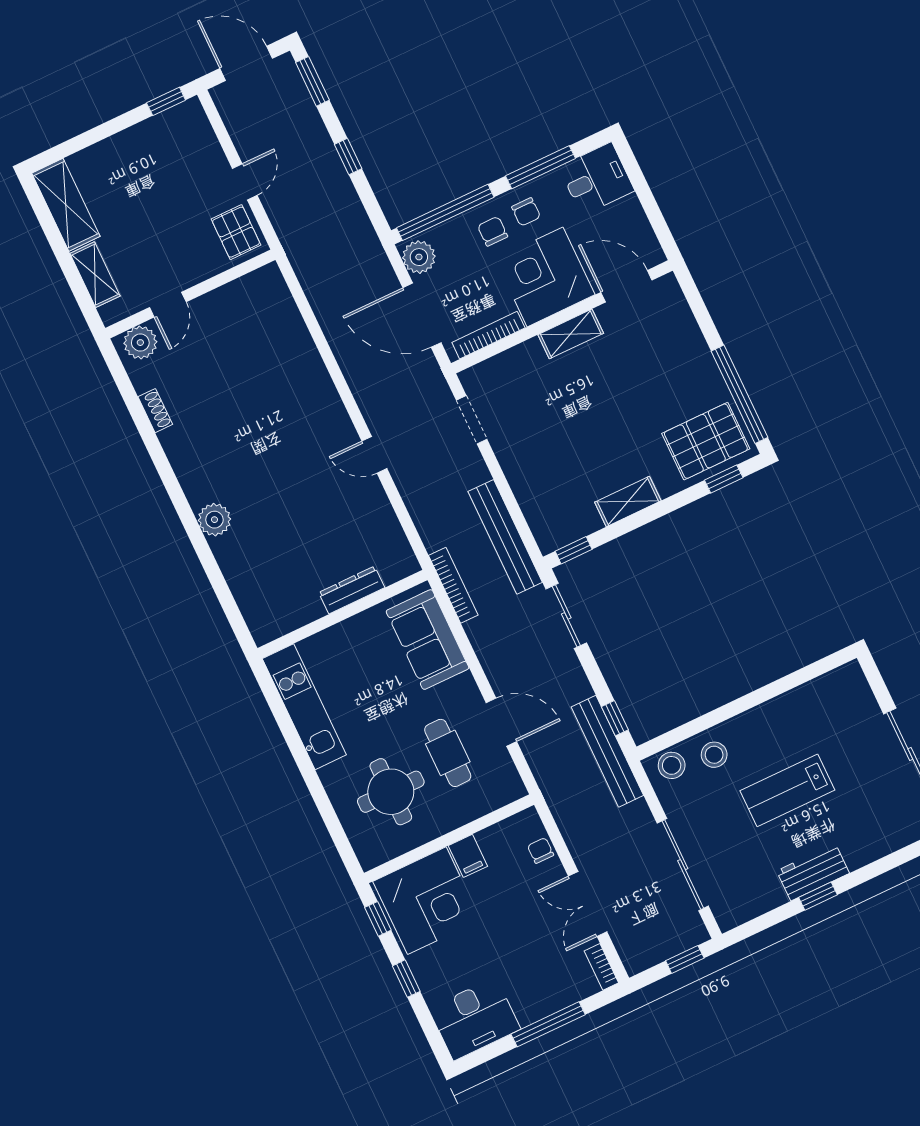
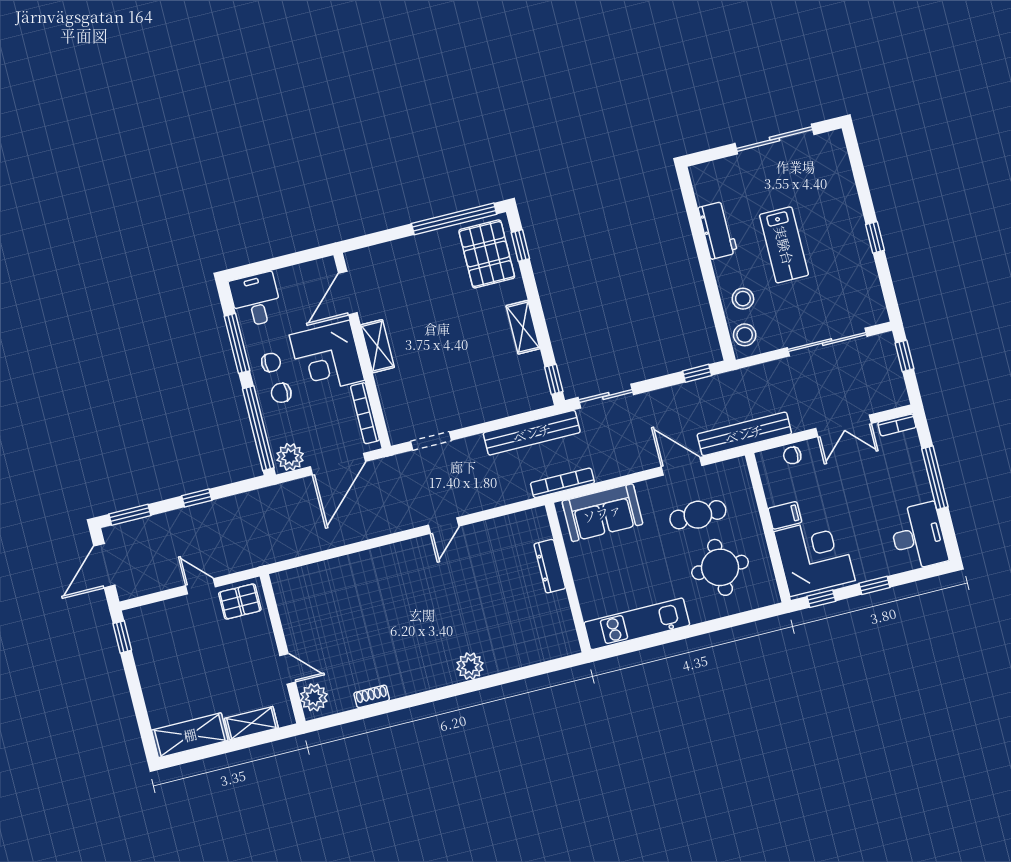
door: (501, 722) -> (682, 466), hinge flipped
bench: (607, 751) -> (744, 434), moved
workbench: (813, 872) -> (718, 230), moved, turned 180

